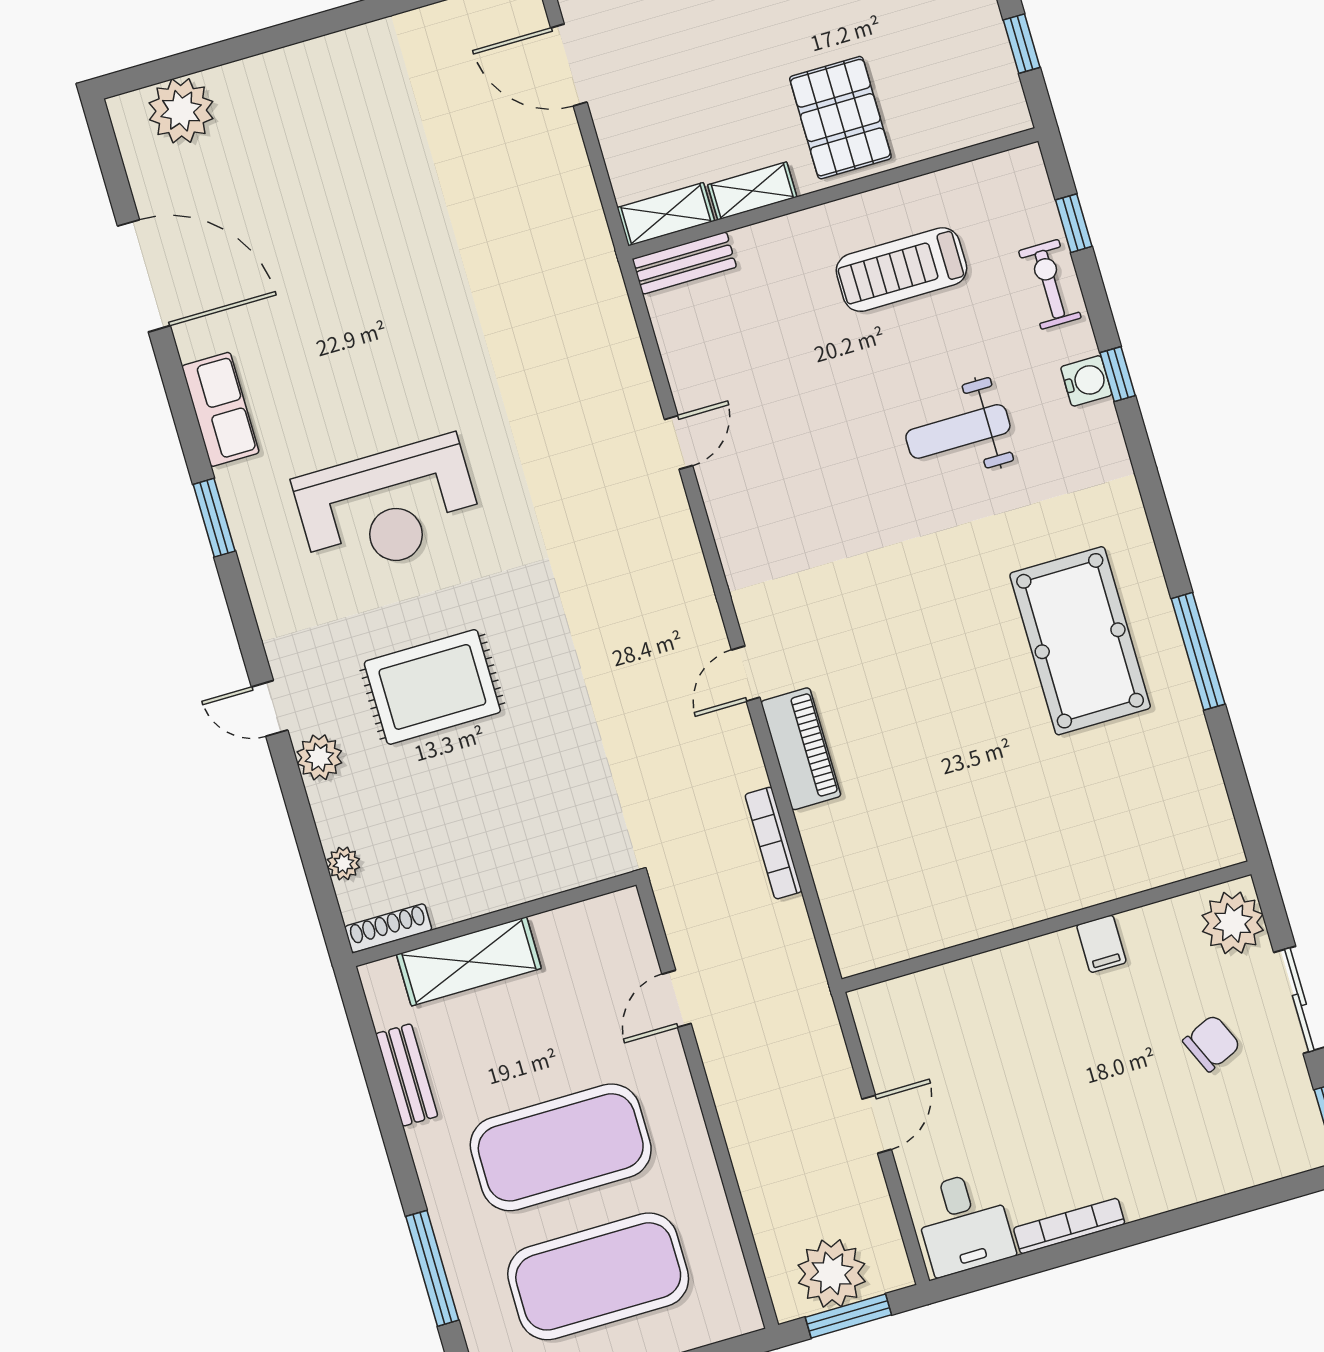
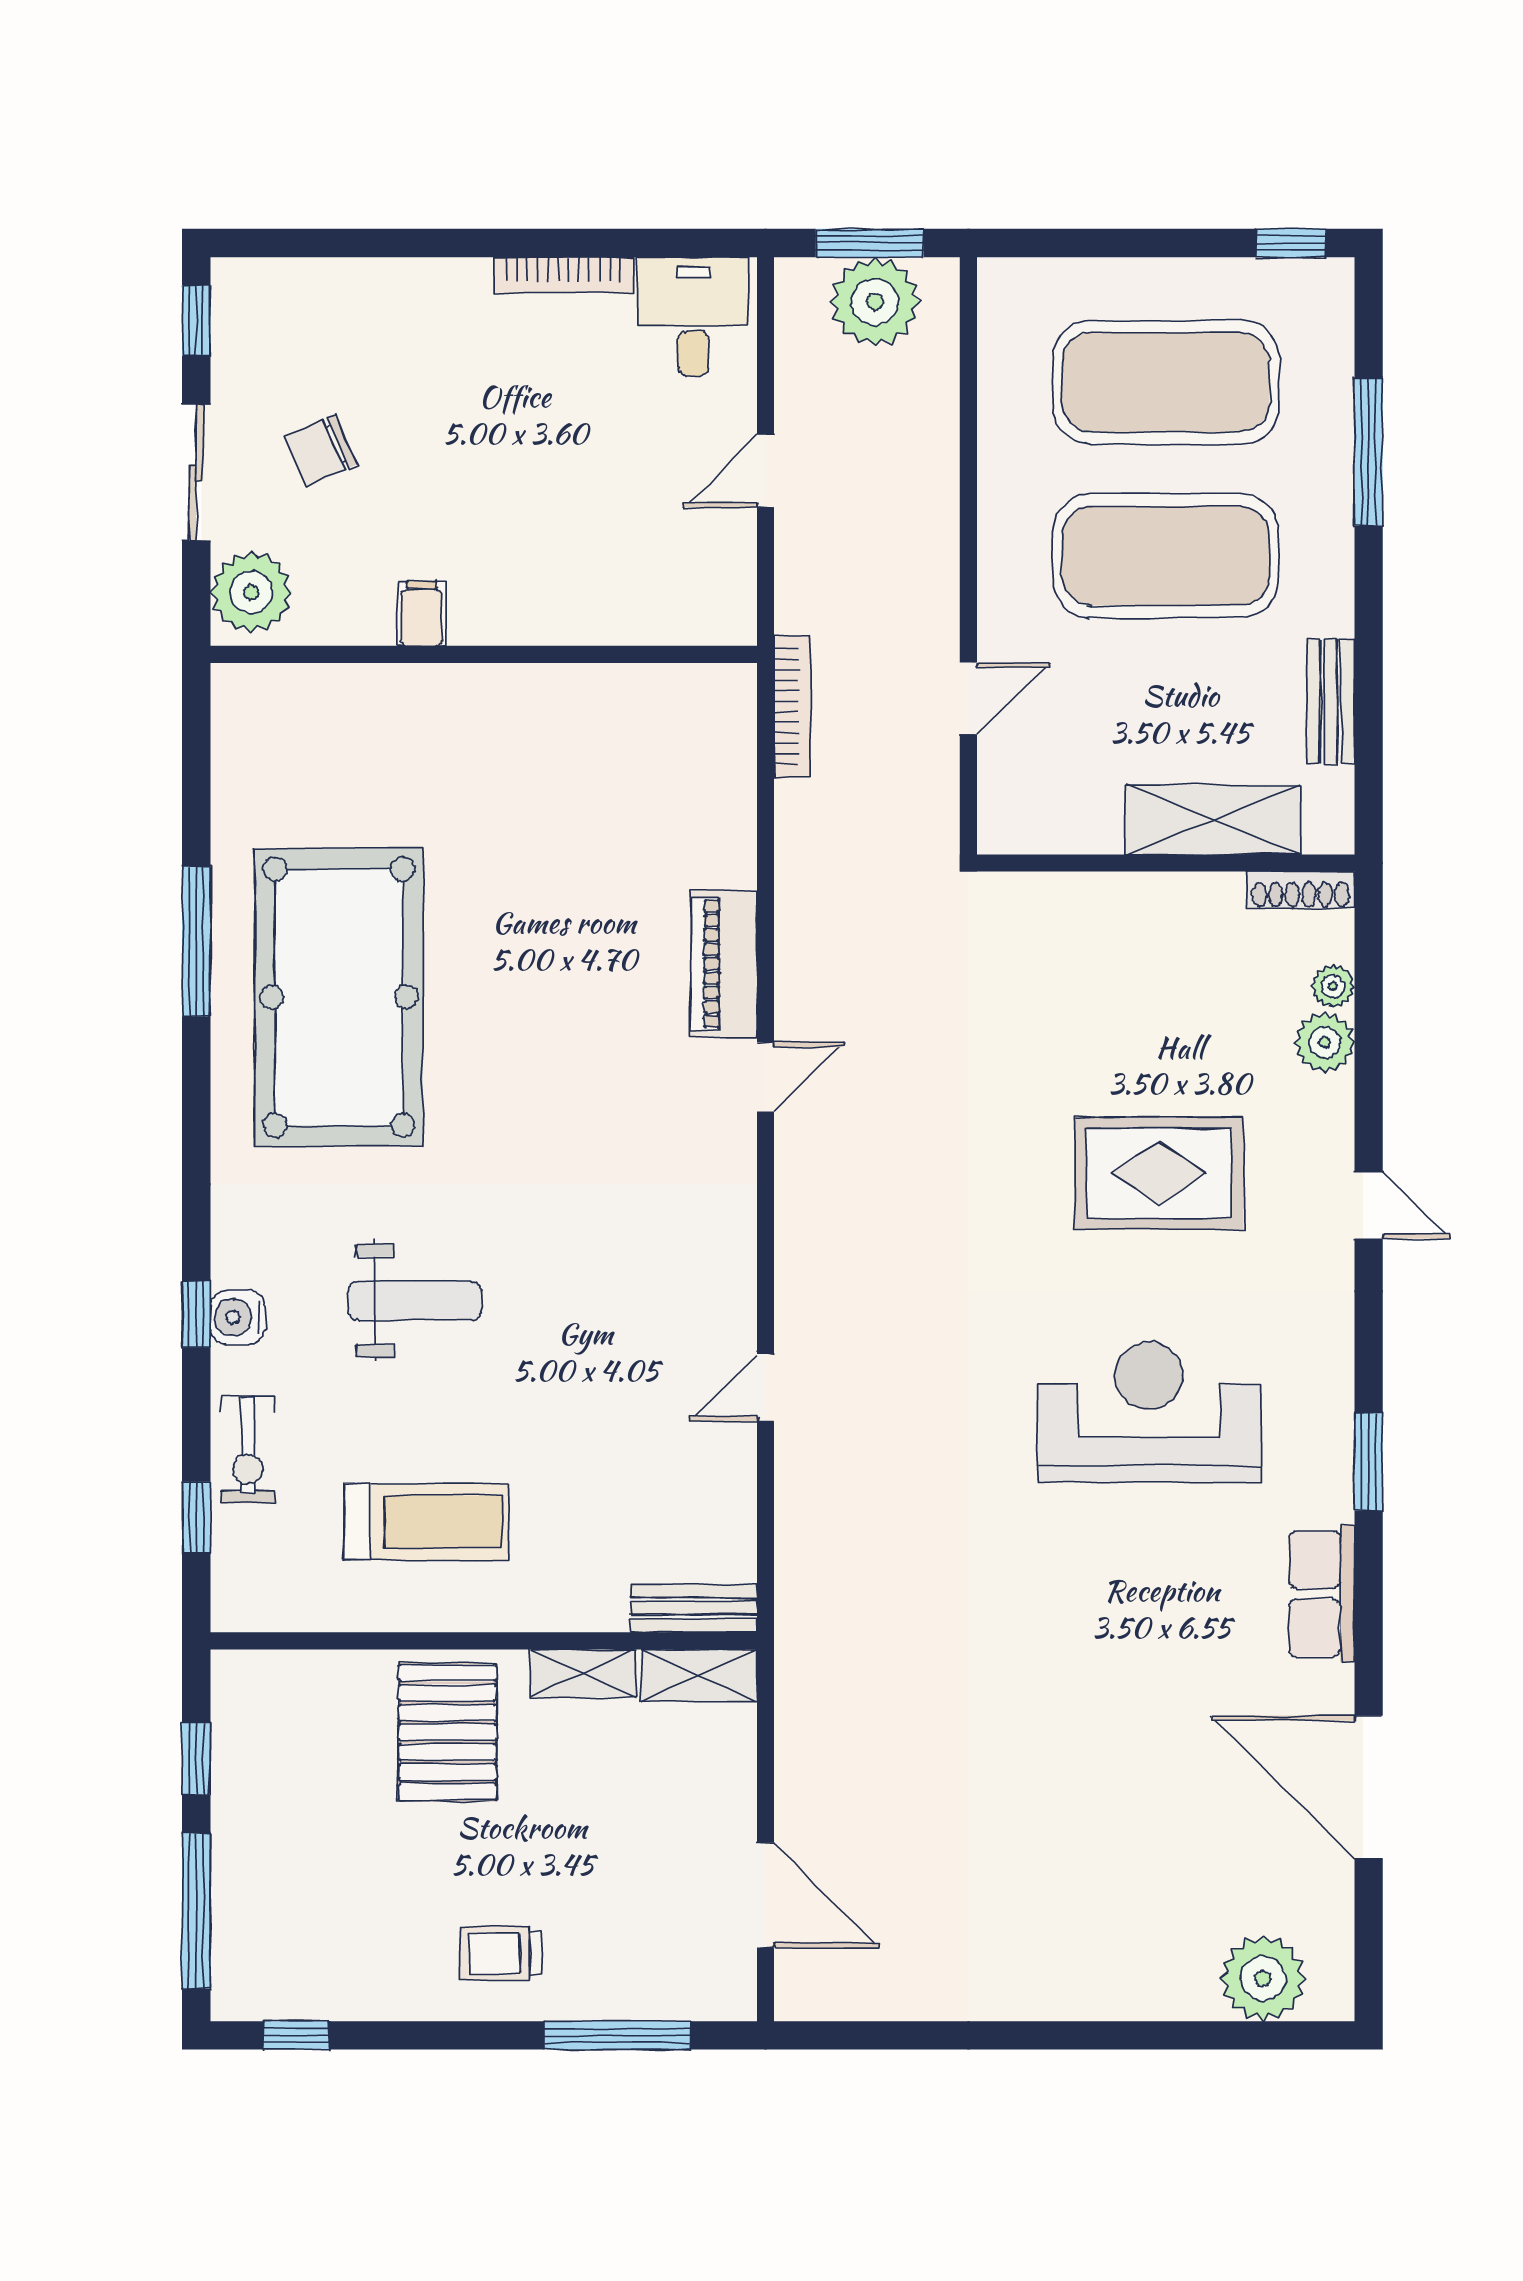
pool table: (1080, 641) -> (339, 997), width x1.36, depth x1.32
plant: (319, 757) -> (1324, 1042), moved
bookcase: (773, 843) -> (792, 706), moved

